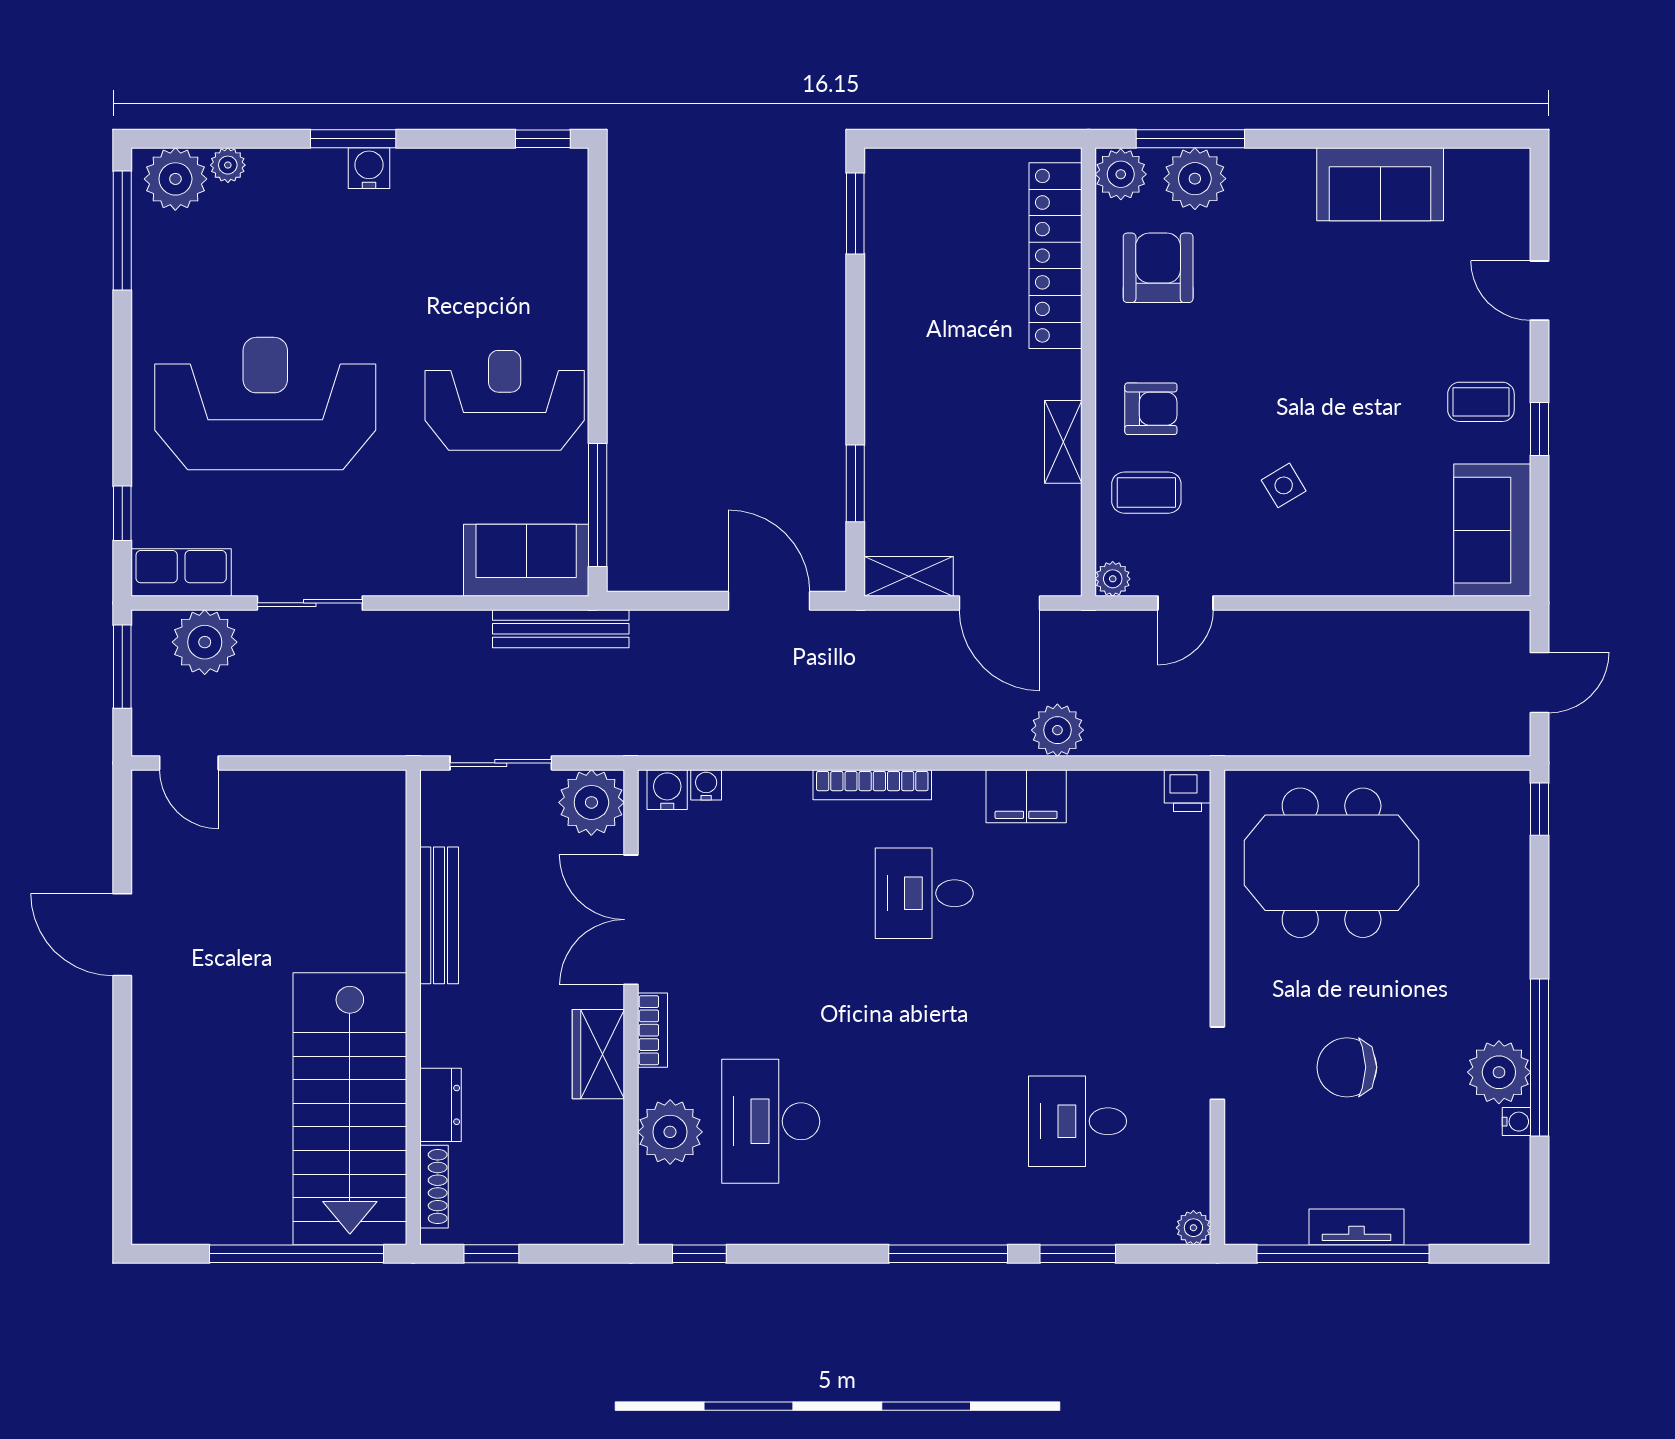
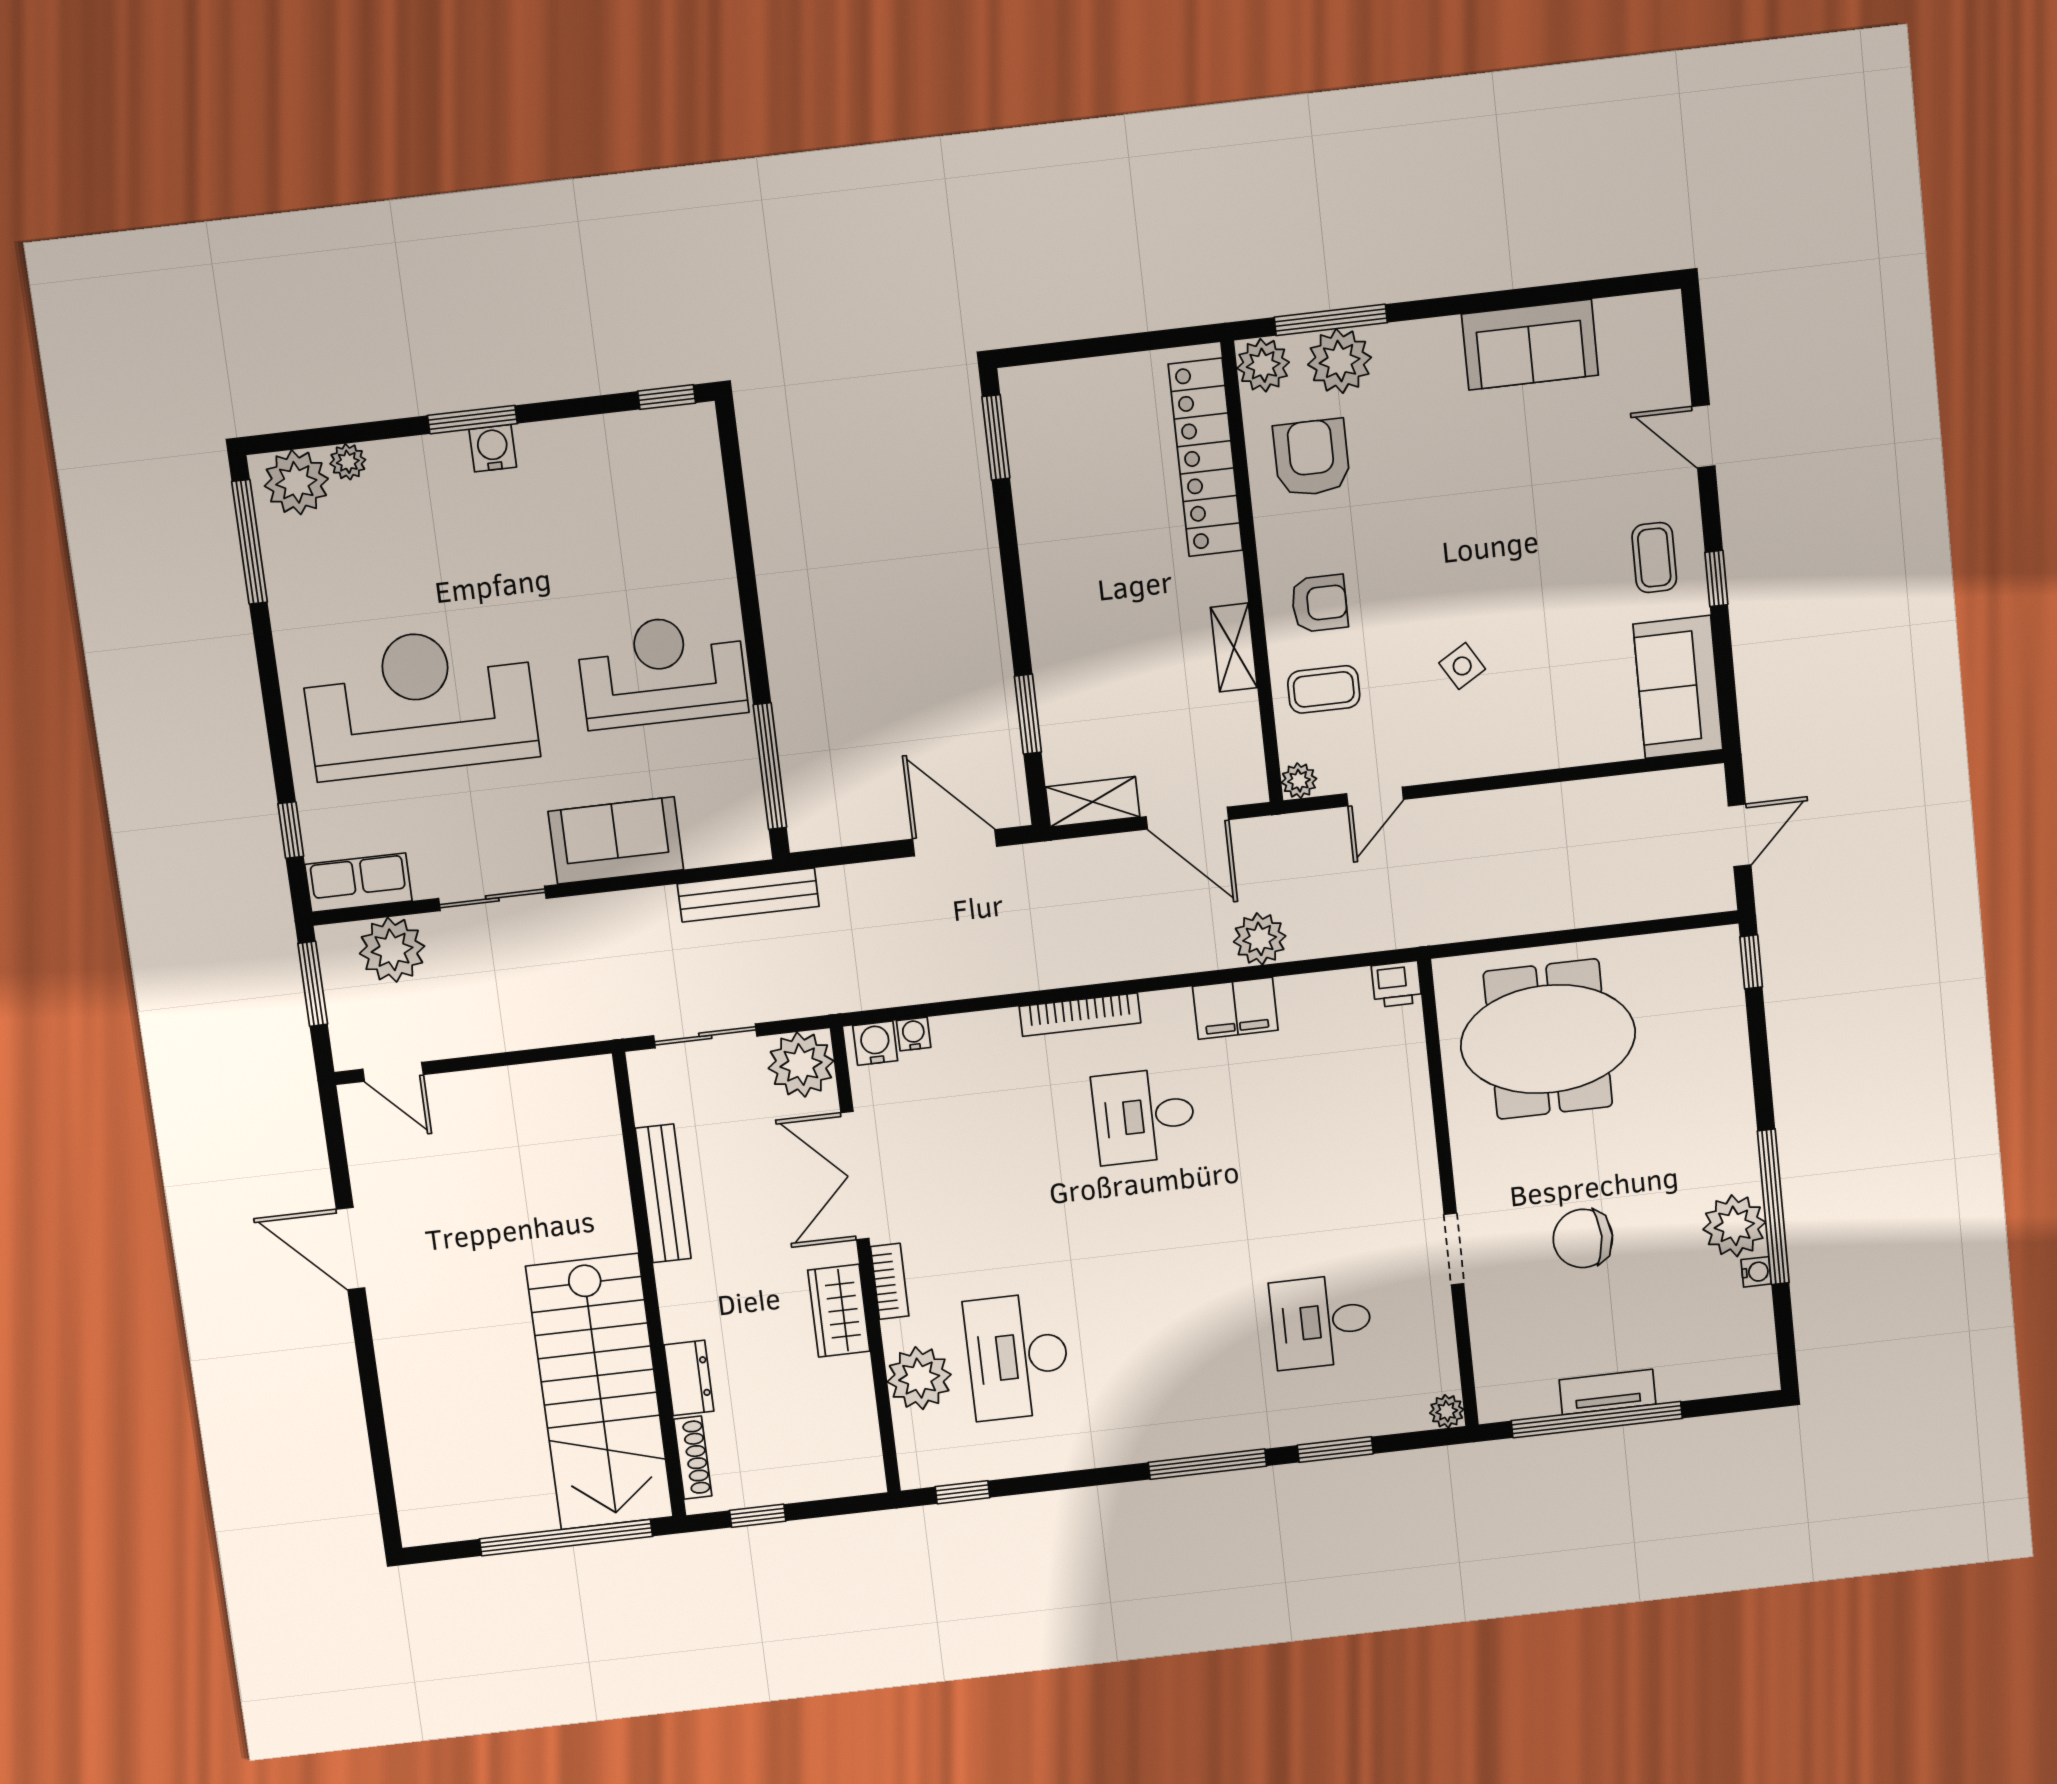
coffee table: (1481, 402) -> (1654, 558), turned 90
sofa: (526, 560) -> (616, 840), moved

